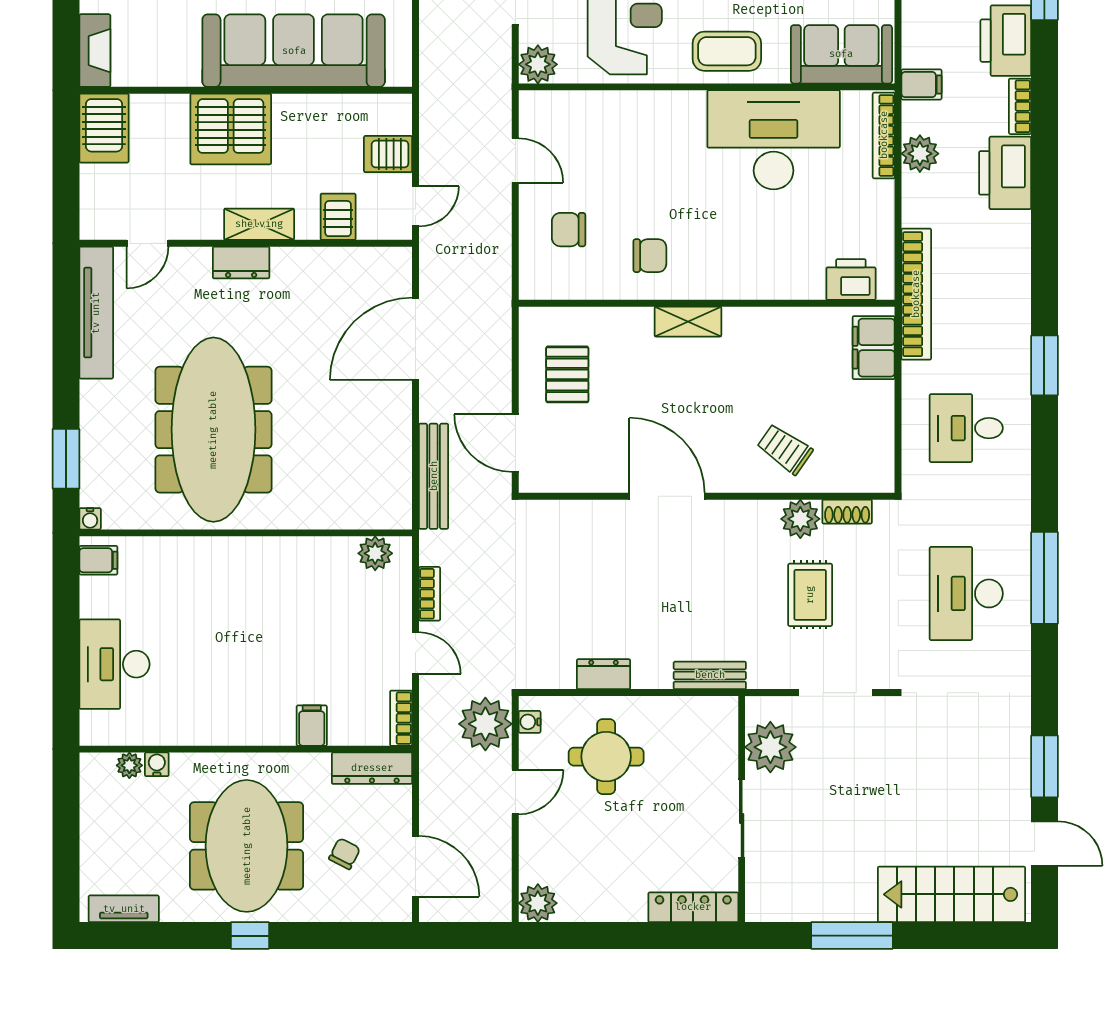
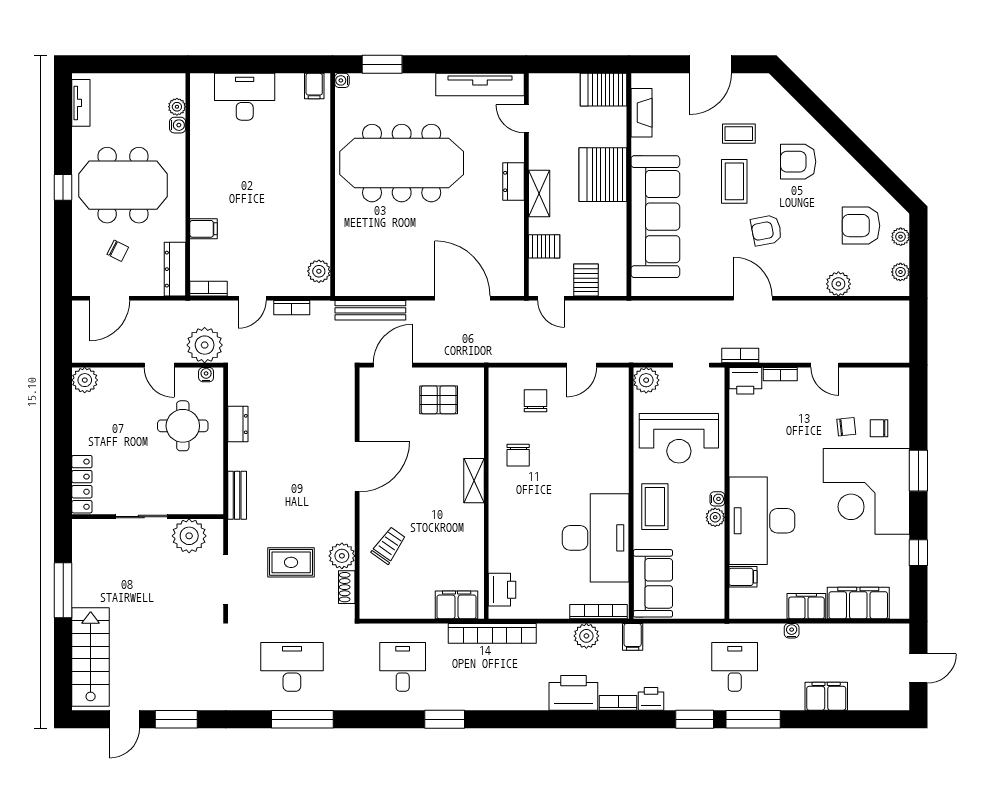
printer: (1006, 41) -> (651, 699), width x0.53, depth x0.68
fireplace: (95, 51) -> (641, 113), moved, turned -90

